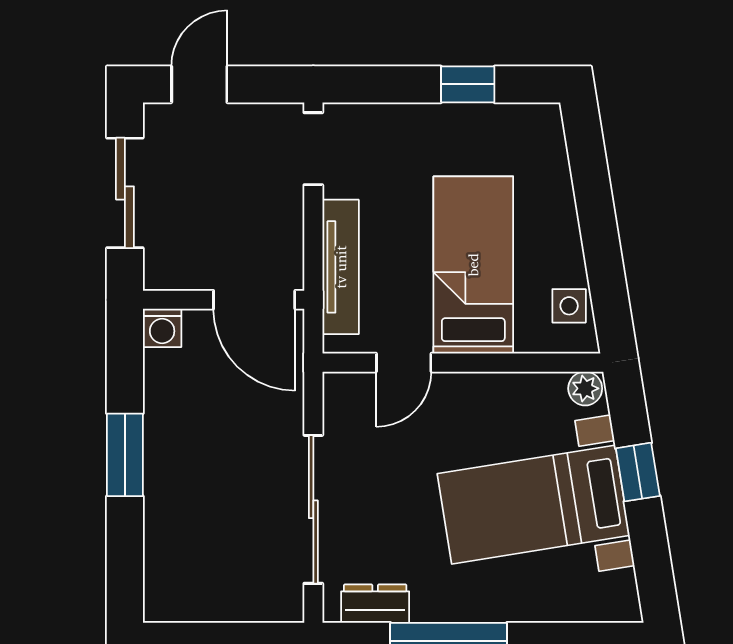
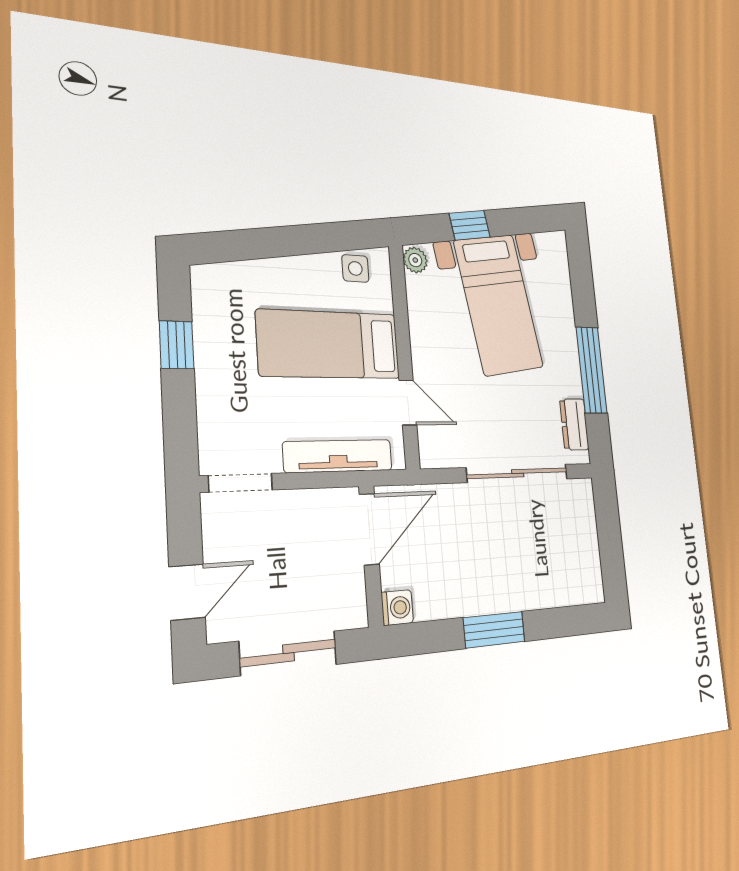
door: (199, 84) -> (187, 592), swing flipped

